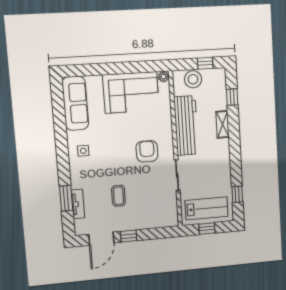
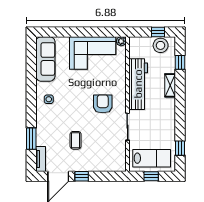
stool: (193, 79) -> (161, 45), moved
tv unit: (78, 204) -> (41, 159), moved

